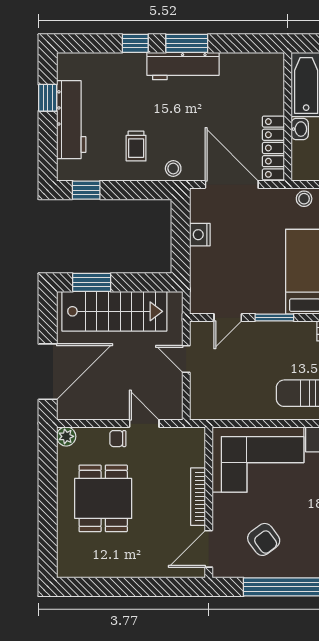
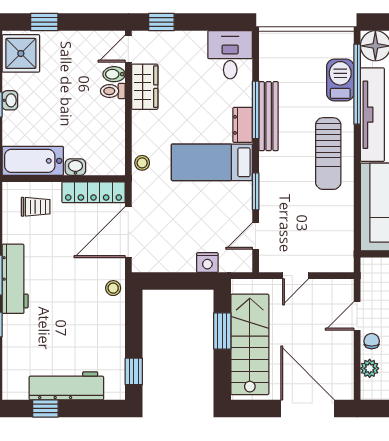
trolley: (136, 146) -> (36, 207), moved
nightstand: (200, 235) -> (207, 263), moved
window: (92, 282) -> (222, 331), moved
door: (228, 317) -> (256, 236), swing flipped
plant: (66, 436) -> (370, 368), moved
chair: (118, 439) -> (372, 341), turned 180

